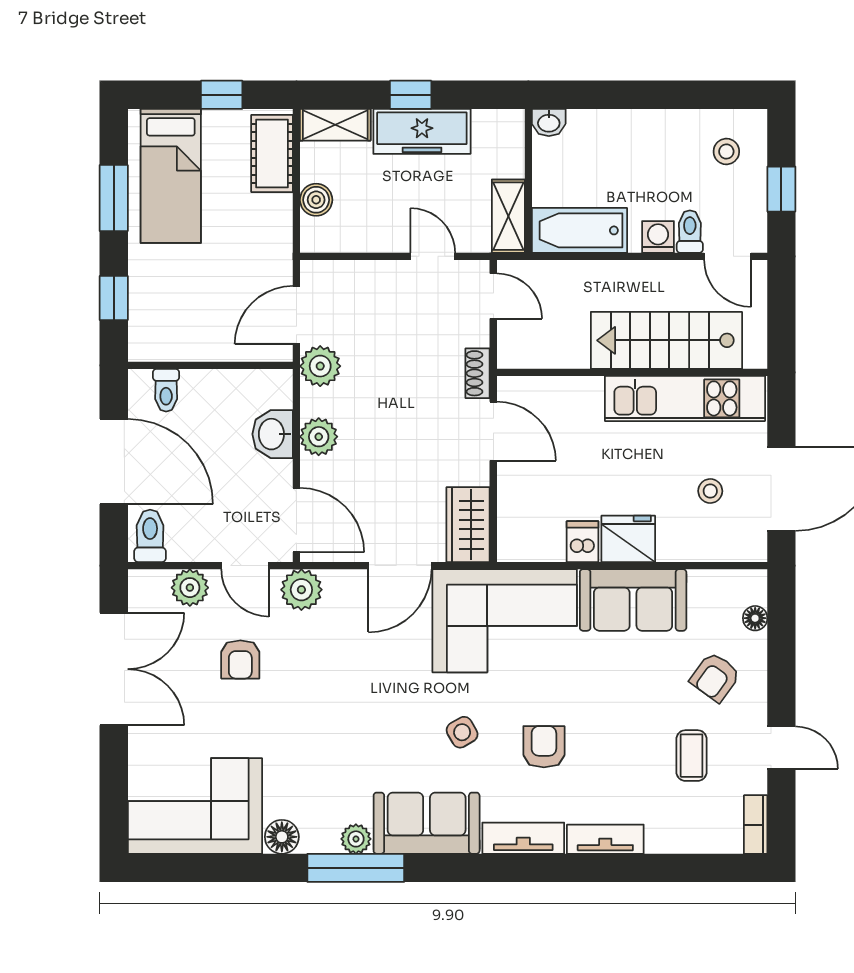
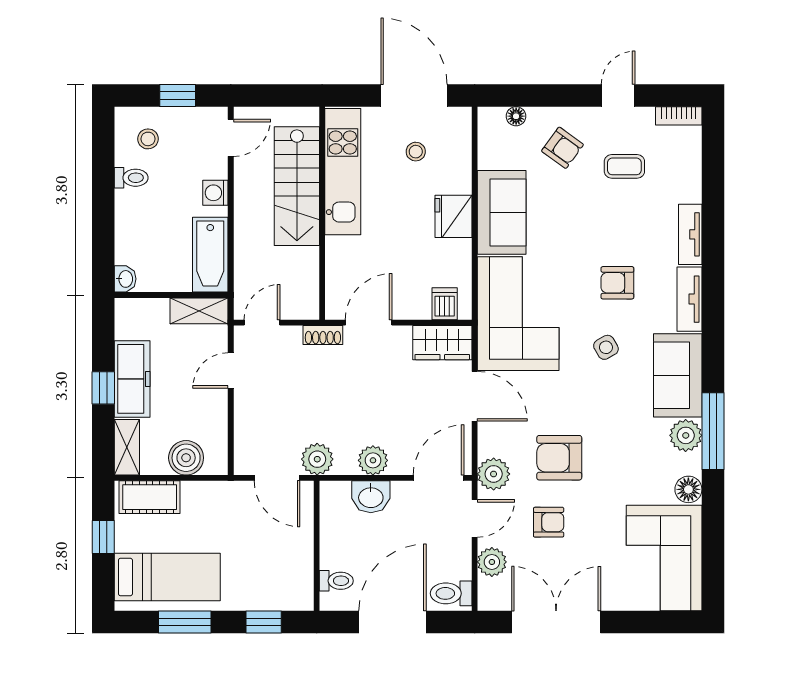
boiler: (316, 200) -> (186, 458), width x1.36, depth x1.36
toilet: (690, 232) -> (131, 178), moved, turned 180
dishwasher: (583, 542) -> (445, 304), moved, turned 90
armchair: (322, 673) -> (559, 458), added
plant: (356, 839) -> (686, 435), width x1.38, depth x1.38

